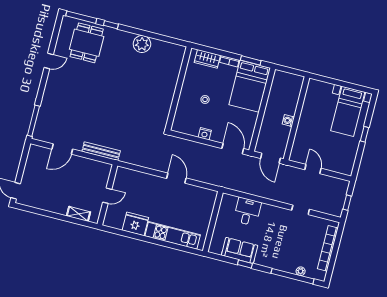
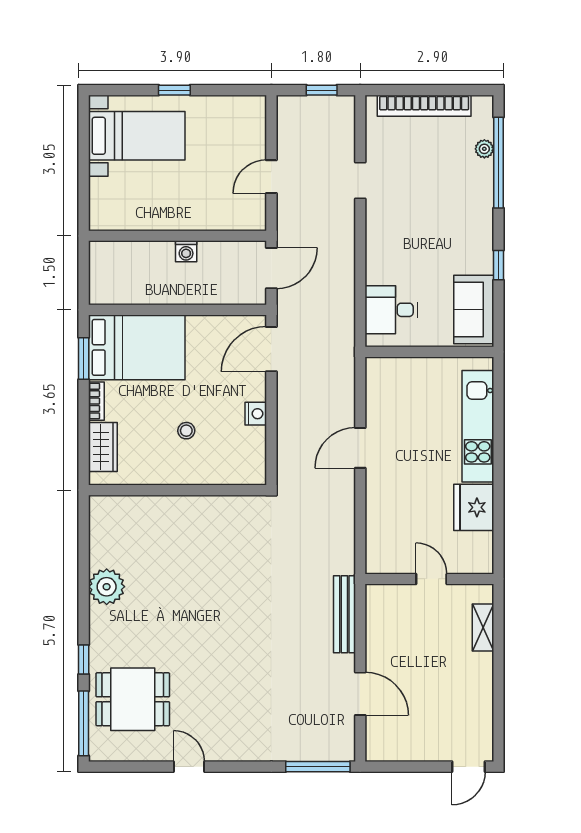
desk: (247, 212) -> (391, 310), moved
sofa: (240, 250) -> (474, 310), moved

